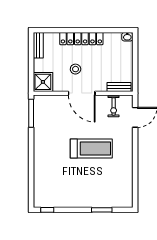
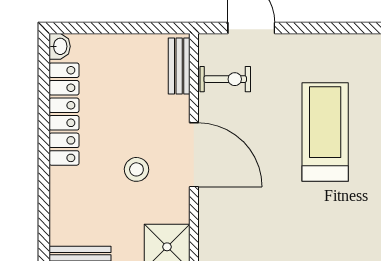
locker: (81, 39) -> (64, 114), moved
door: (82, 93) -> (194, 155), hinge flipped

